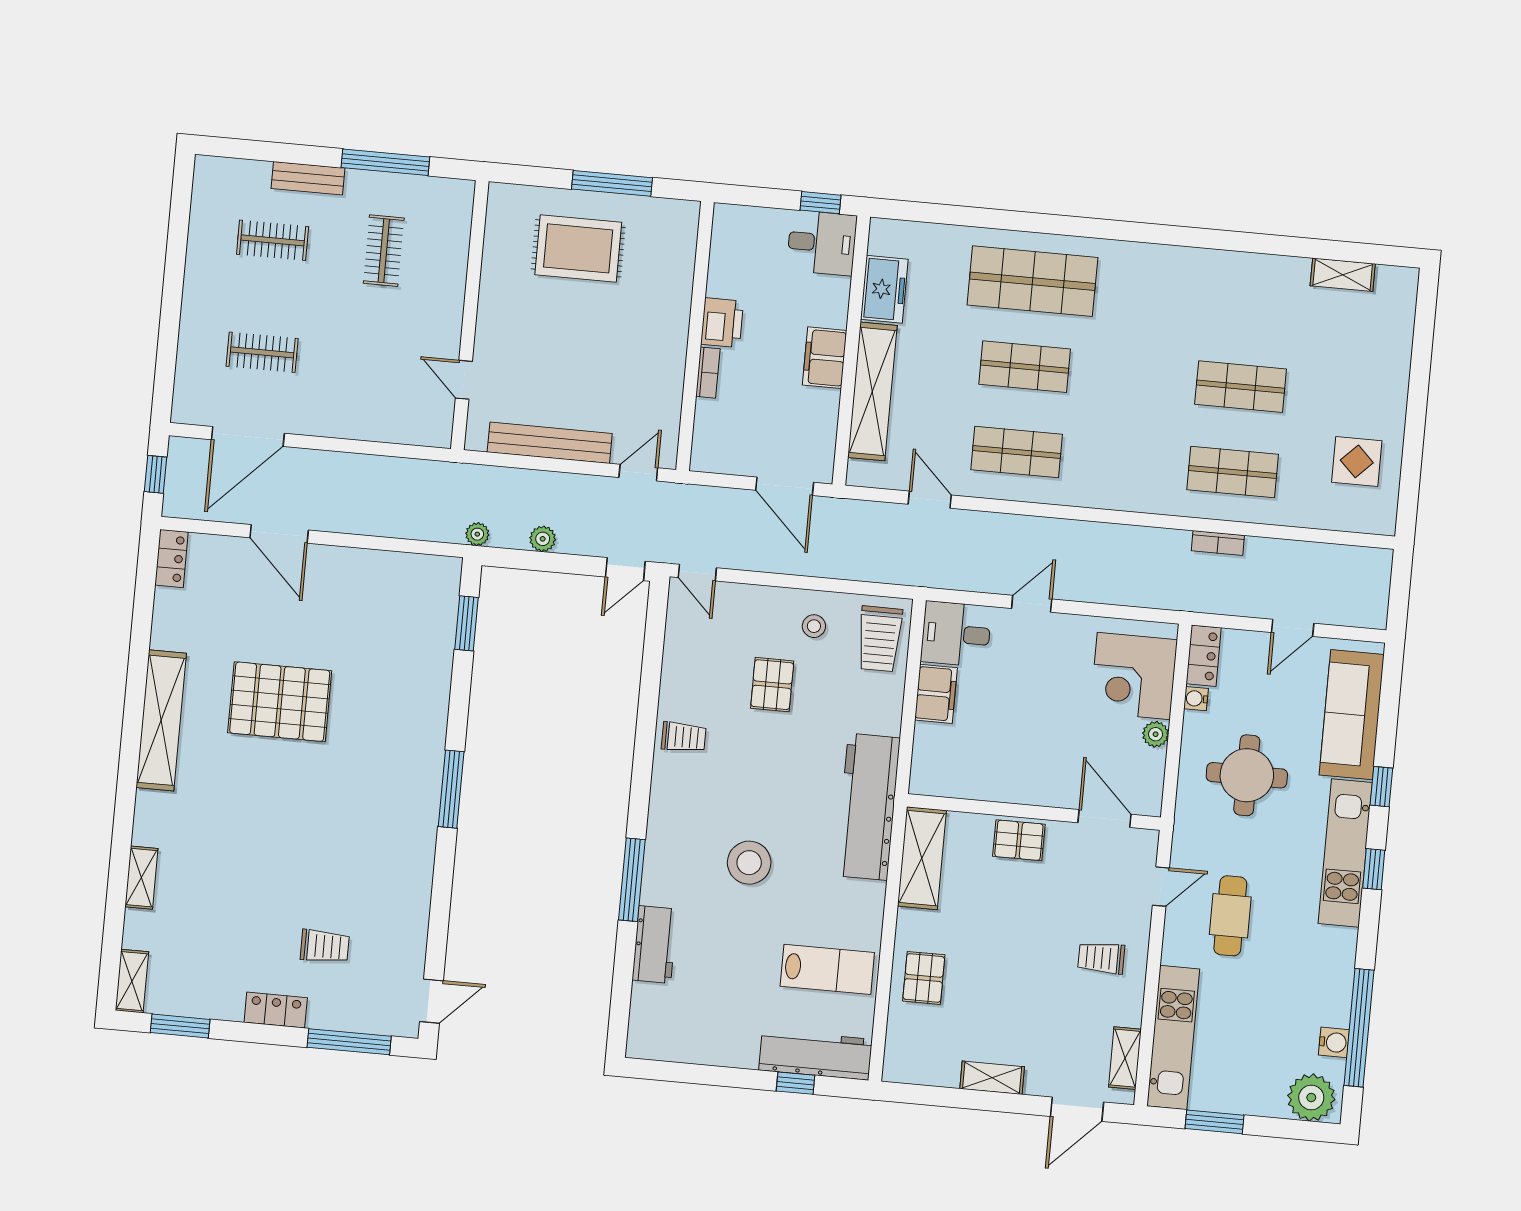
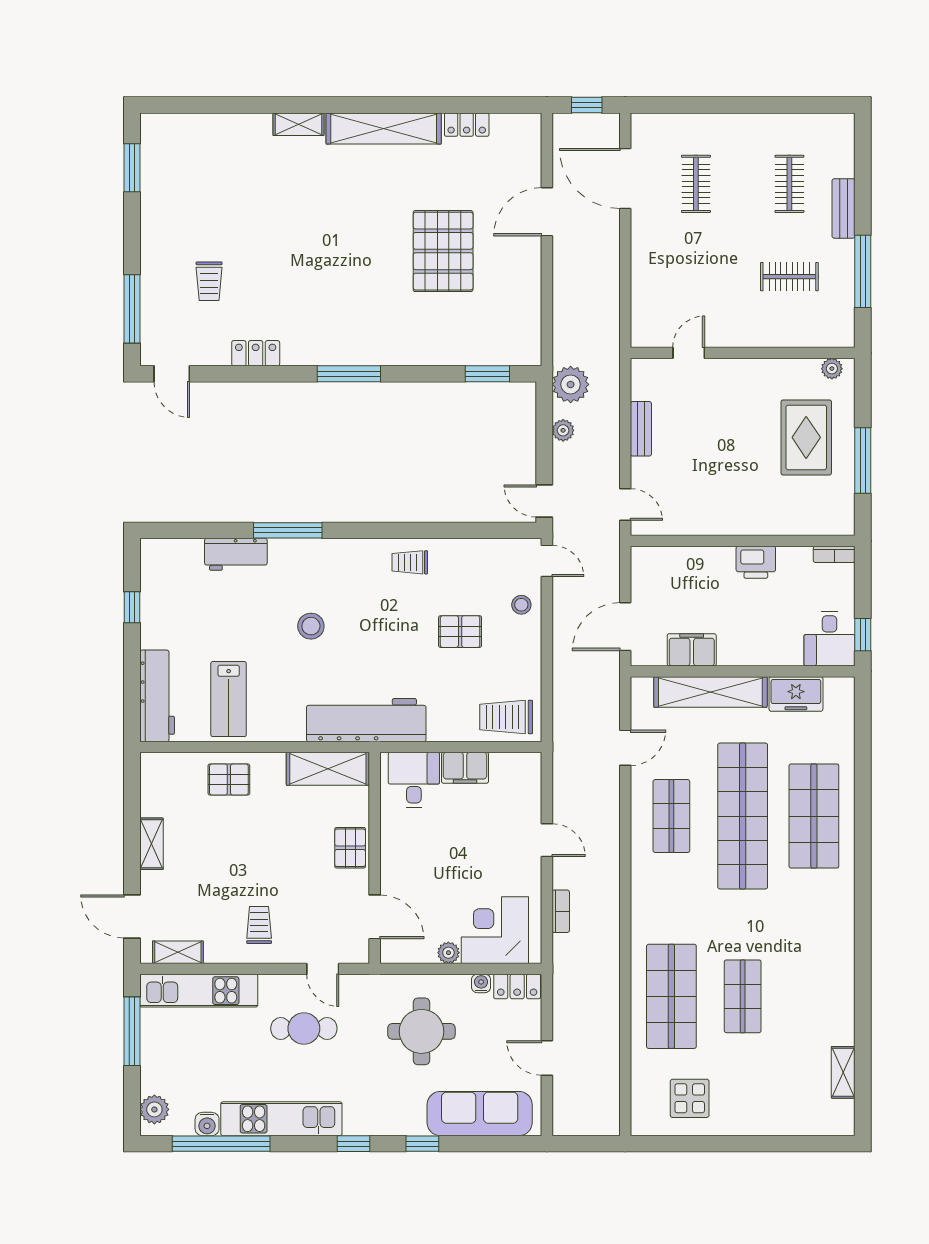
plant: (499, 210) -> (832, 369), added
filing cabinet: (825, 358) -> (692, 650), moved
shop shelf: (1025, 367) -> (743, 816), width x2.00, depth x1.36
bookcase: (708, 373) -> (834, 554), moved
bench: (550, 443) -> (641, 429), width x0.54, depth x0.82
shop shelf: (1233, 472) -> (671, 996), width x1.43, depth x1.36
plant: (477, 534) -> (571, 384), width x1.88, depth x1.88
bookcase: (1218, 543) -> (561, 911), moved, turned 180
locker: (171, 558) -> (467, 125), moved
door: (697, 573) -> (547, 561), swing flipped
stool: (814, 626) -> (521, 605), moved
desk: (956, 634) -> (414, 780), moved
pallet: (280, 702) -> (443, 251), moved
trolley: (684, 737) -> (410, 562), turned 90
door: (1104, 819) -> (375, 917), hinge flipped
kitchen unit: (1345, 853) -> (281, 1119), moved
stool: (749, 863) -> (311, 626), width x0.73, depth x0.73
shelving: (141, 878) -> (298, 124), moved
shelving: (132, 981) -> (165, 124), removed
locker: (276, 1010) -> (256, 353), moved, turned -90
window: (796, 1083) -> (132, 607), moved
plant: (1311, 1097) -> (154, 1109), width x0.73, depth x0.73
window: (1214, 1122) -> (132, 1031), width x1.44

